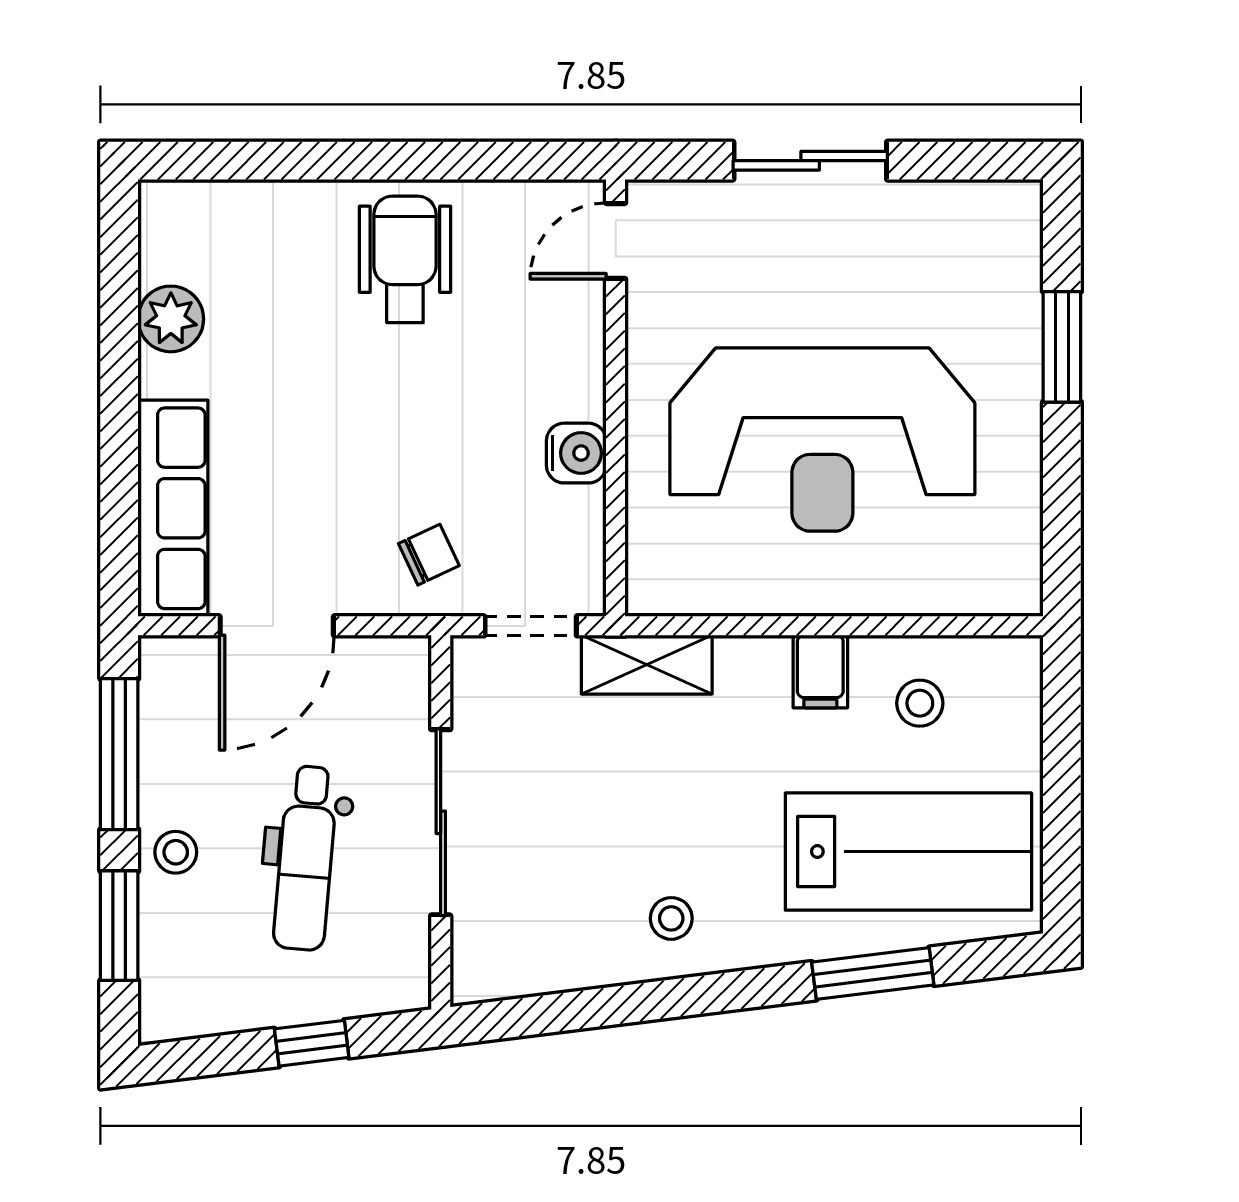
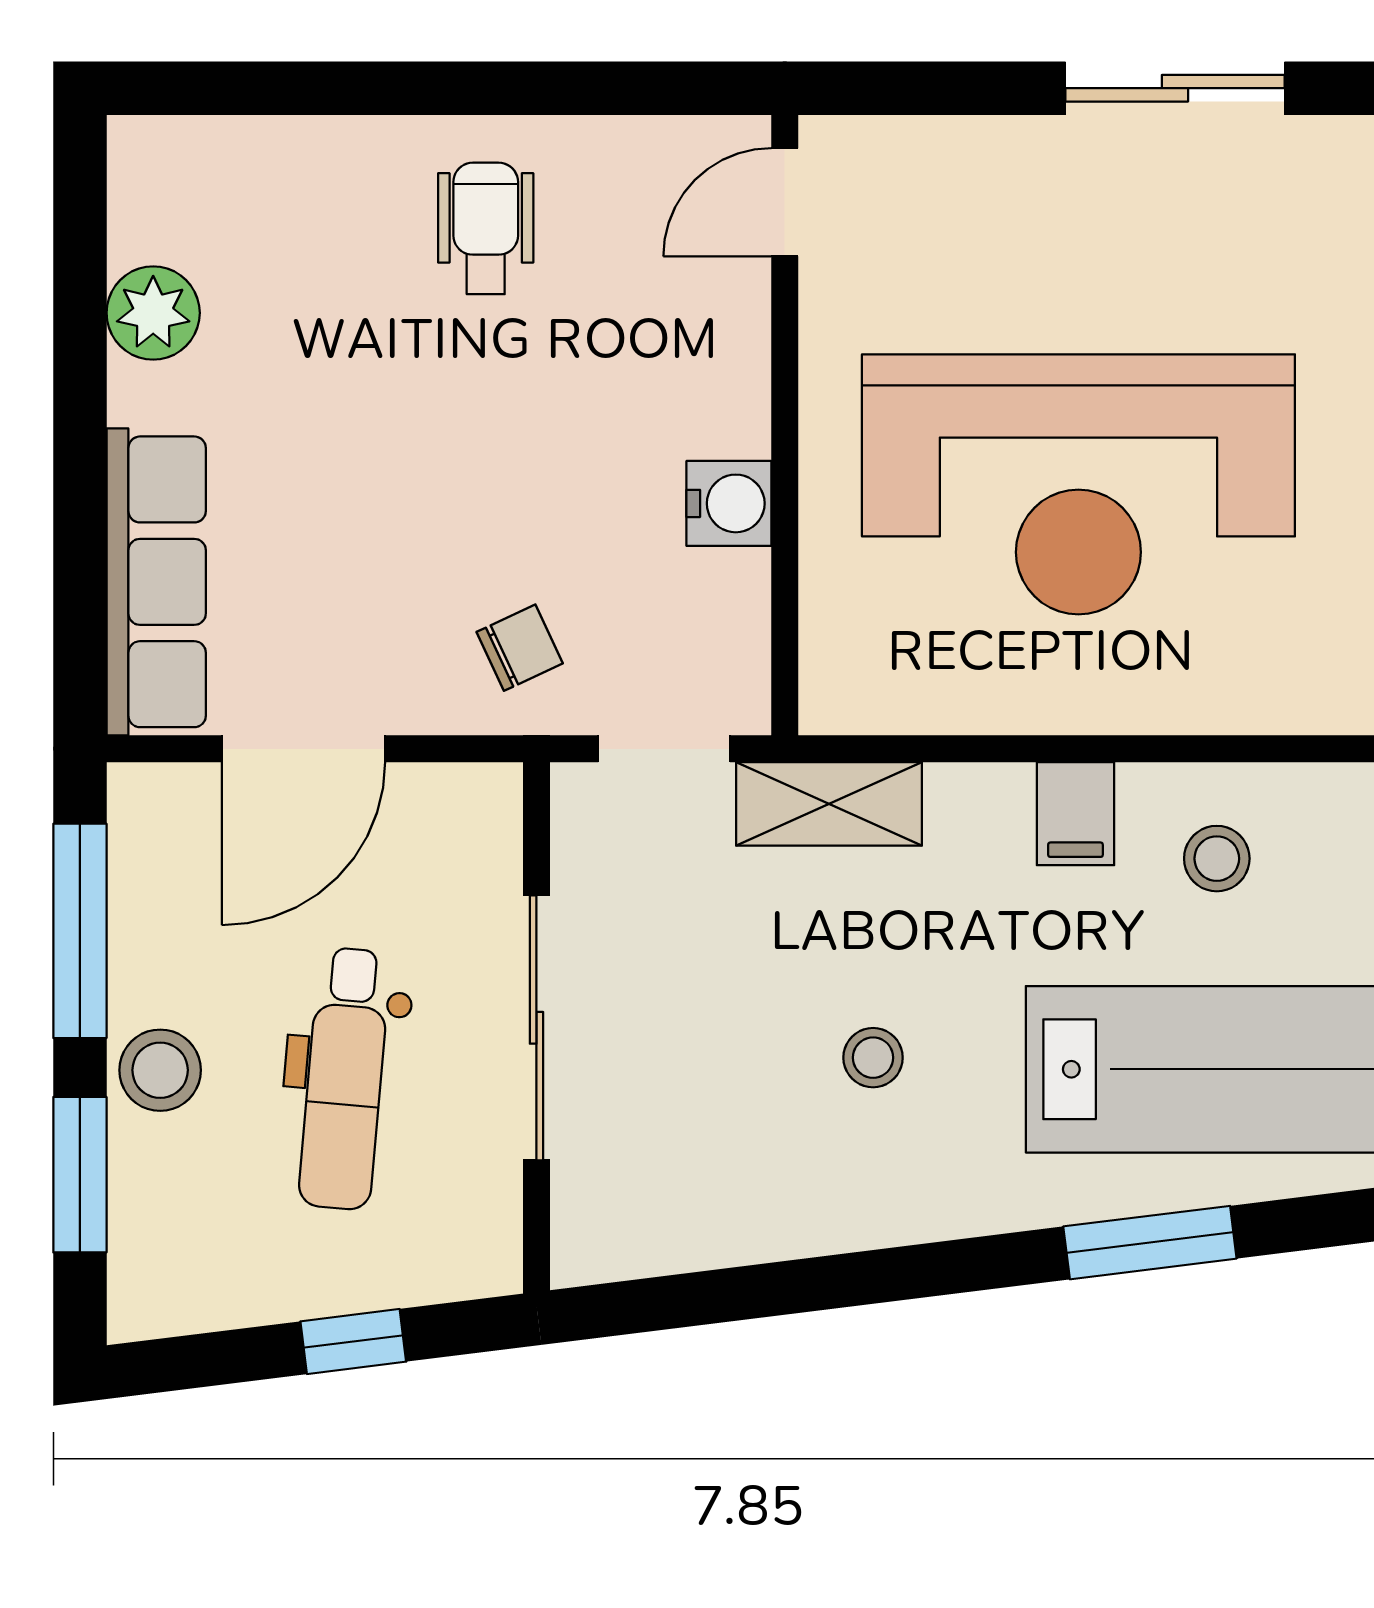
sliding door: (810, 161) -> (1175, 88), moved
wheelchair: (405, 259) -> (486, 228), width x0.73, depth x0.73
stool: (176, 852) -> (160, 1070), width x1.37, depth x1.37
stool: (671, 918) -> (873, 1058), moved

